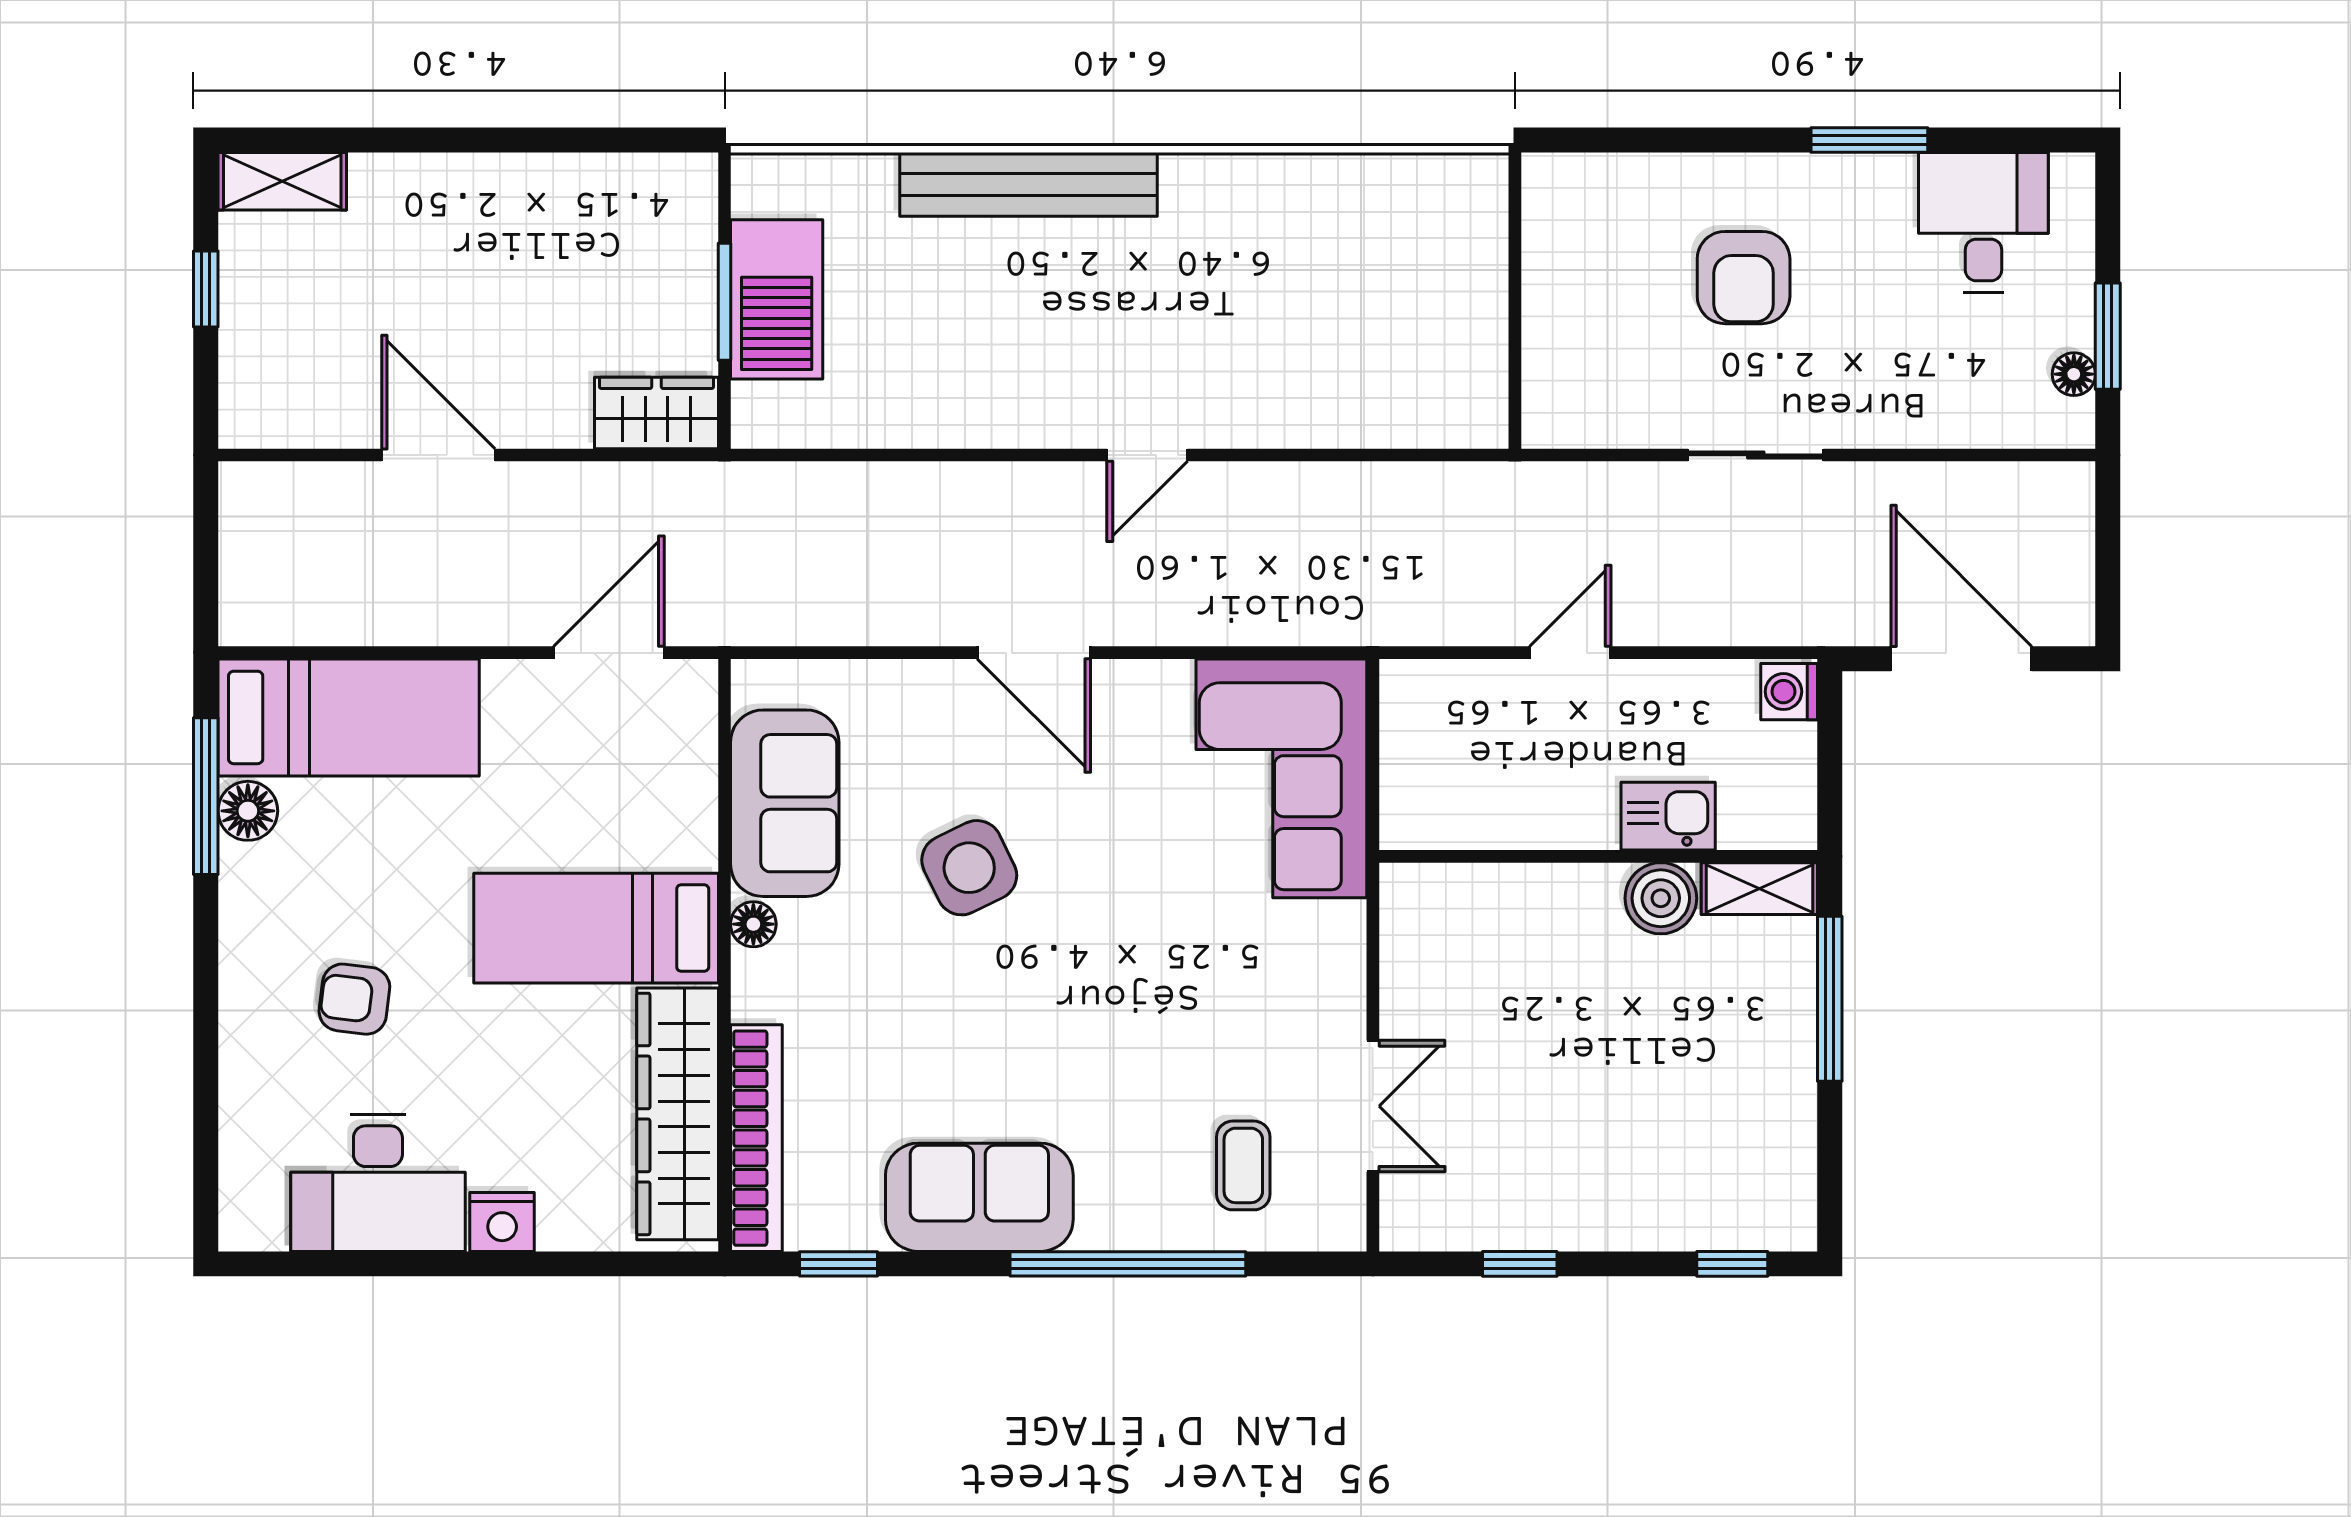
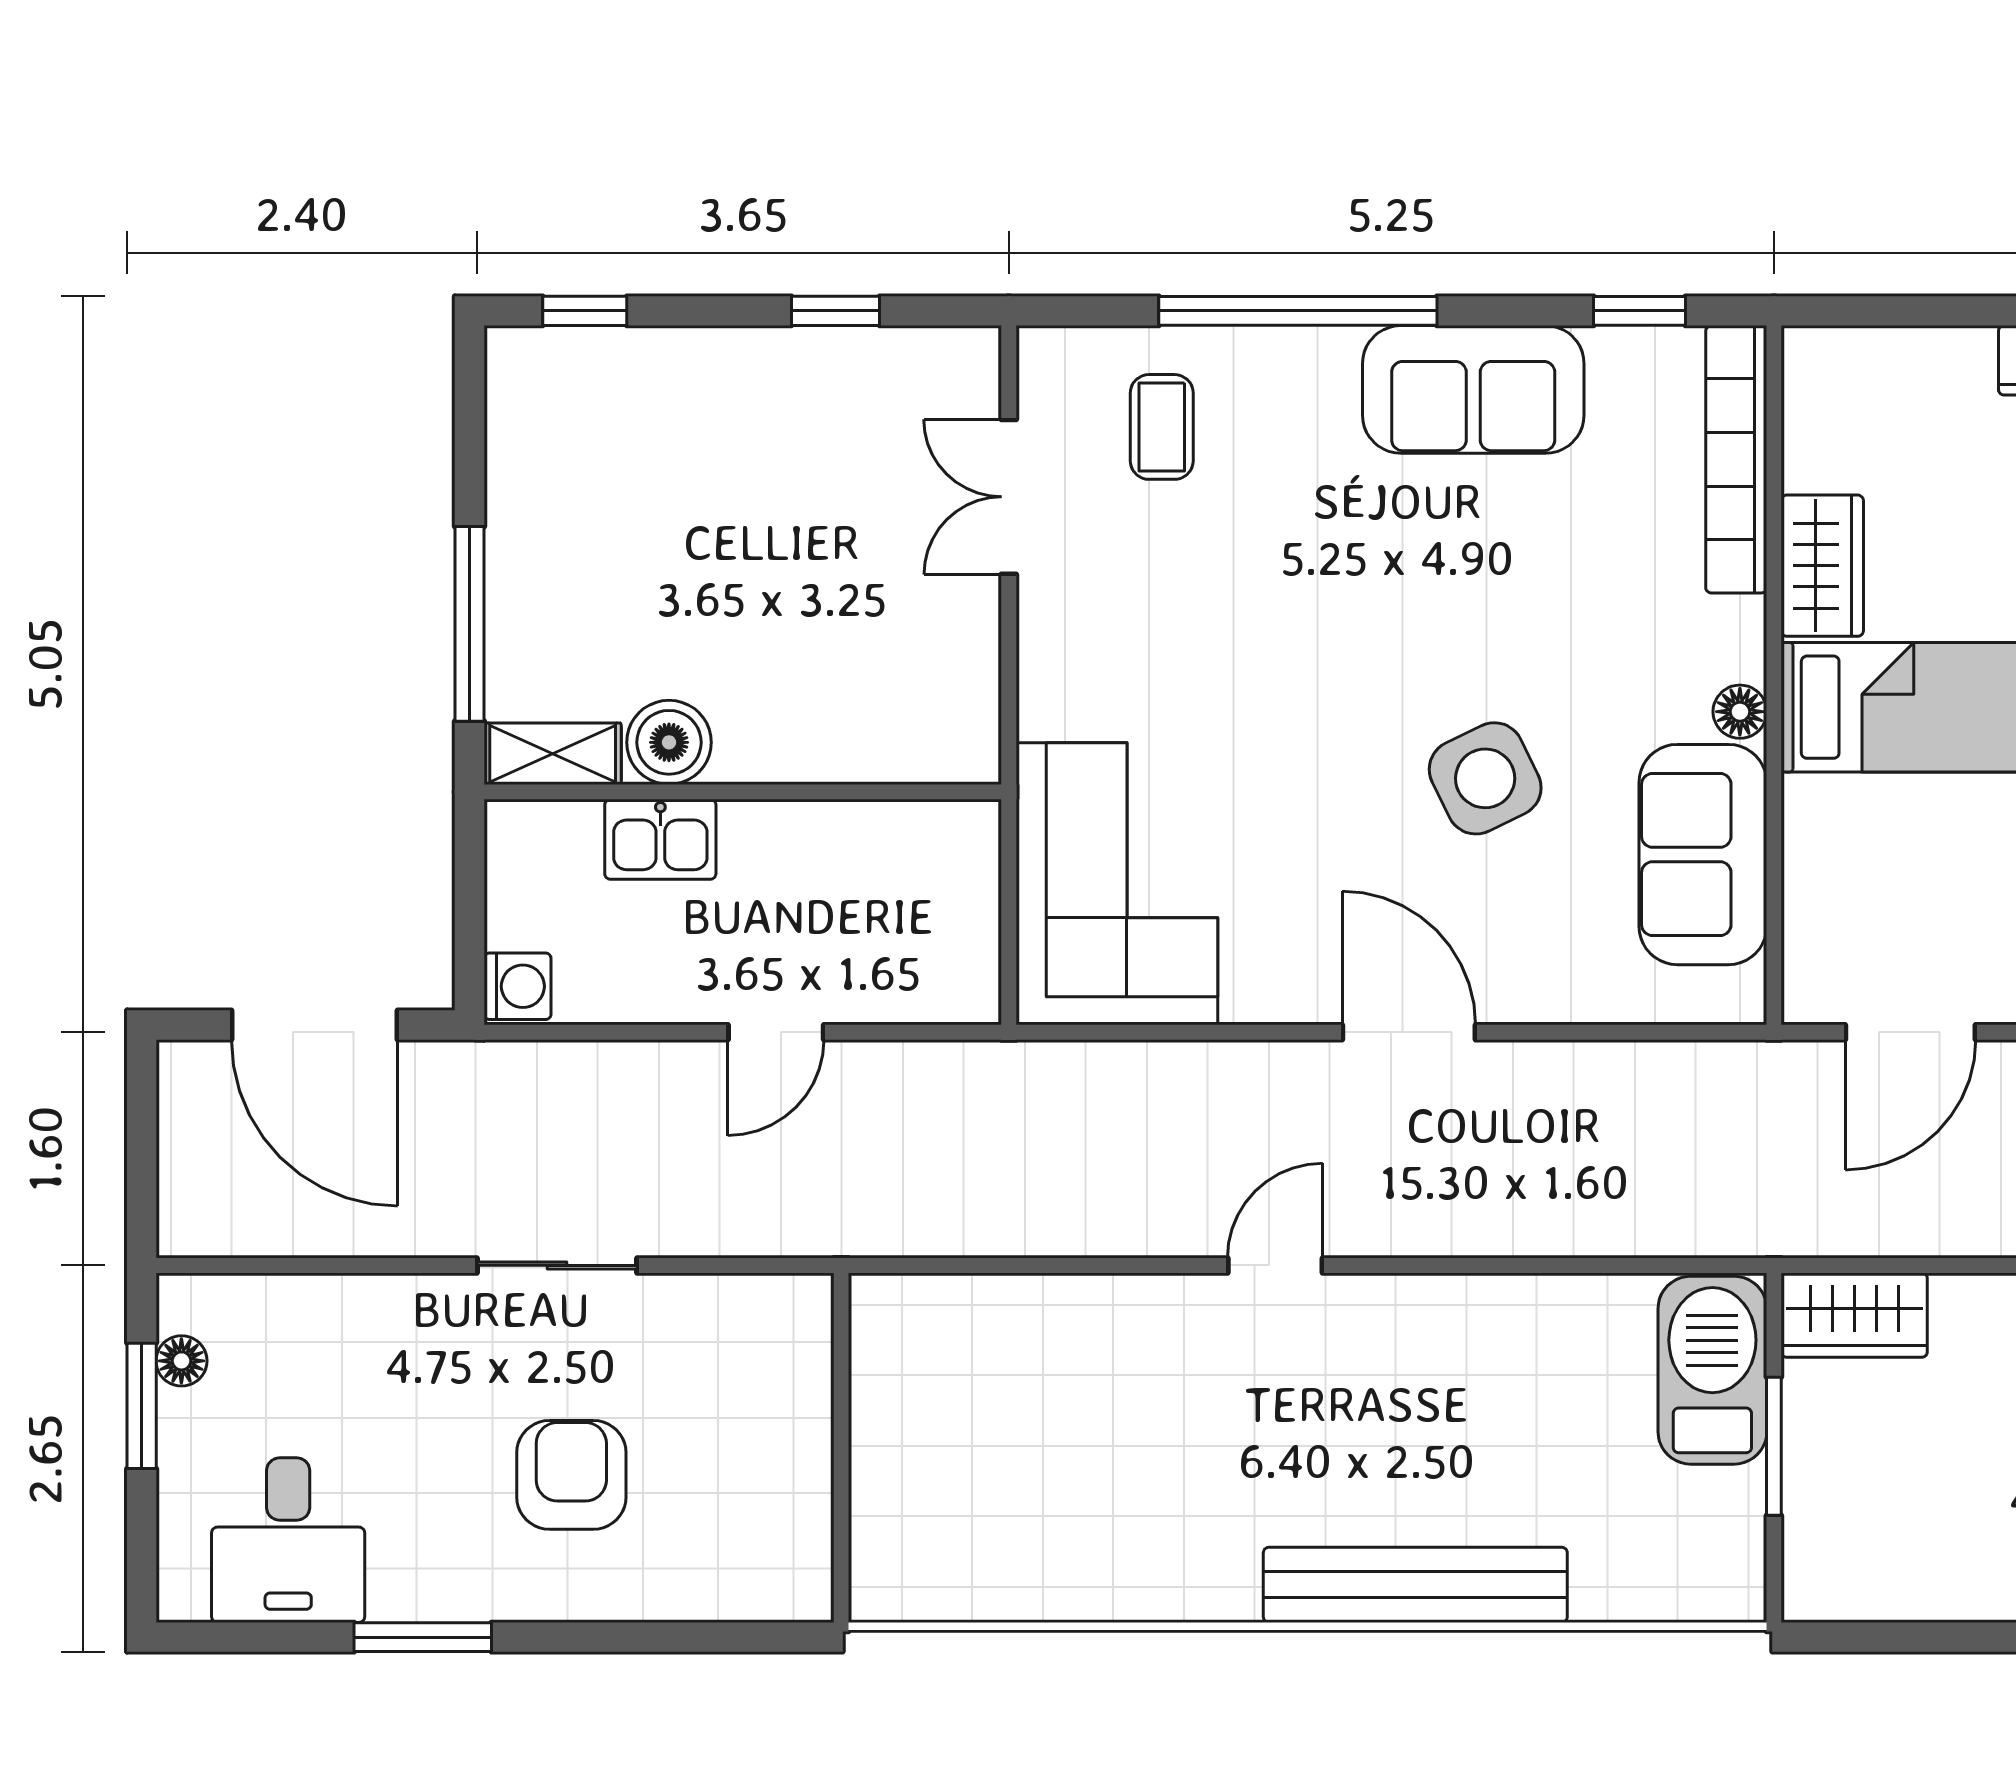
barbecue: (777, 299) -> (1712, 1370), moved
wardrobe: (678, 1114) -> (1822, 566), width x0.48, depth x0.85

